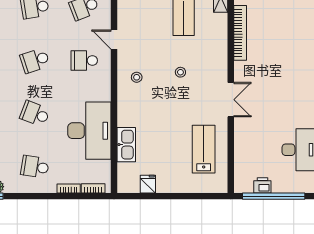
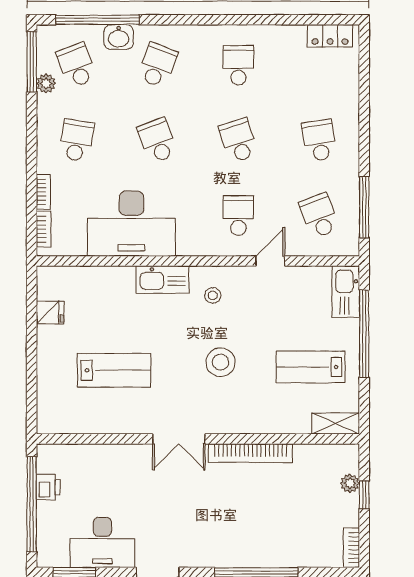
bookcase: (240, 33) -> (250, 453), moved
stool: (180, 72) -> (221, 362), width x1.89, depth x1.89
school desk: (35, 114) -> (157, 140), turned -42
kitchen sink: (126, 145) -> (162, 280), moved
lab bench: (204, 149) -> (114, 370), moved

